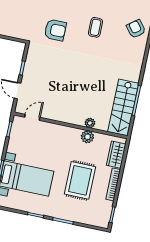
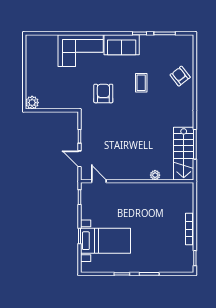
armchair: (55, 30) -> (103, 93), turned -90
door: (32, 117) -> (99, 181), hinge flipped
plant: (87, 137) -> (156, 189), removed
wardrobe: (116, 155) -> (187, 200), removed
rug: (80, 180) -> (157, 232), removed

